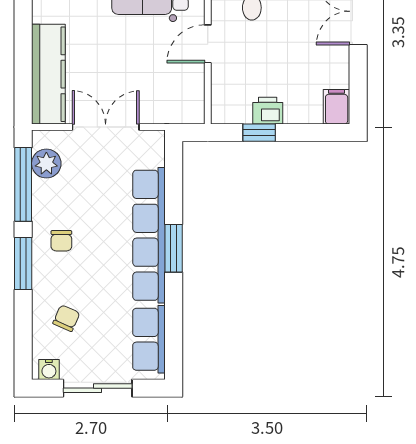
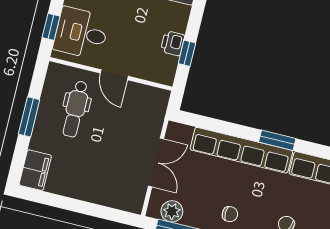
kitchen counter: (48, 74) -> (108, 194), removed
double door: (106, 127) -> (156, 162), swing flipped
window: (174, 248) -> (277, 140), moved

